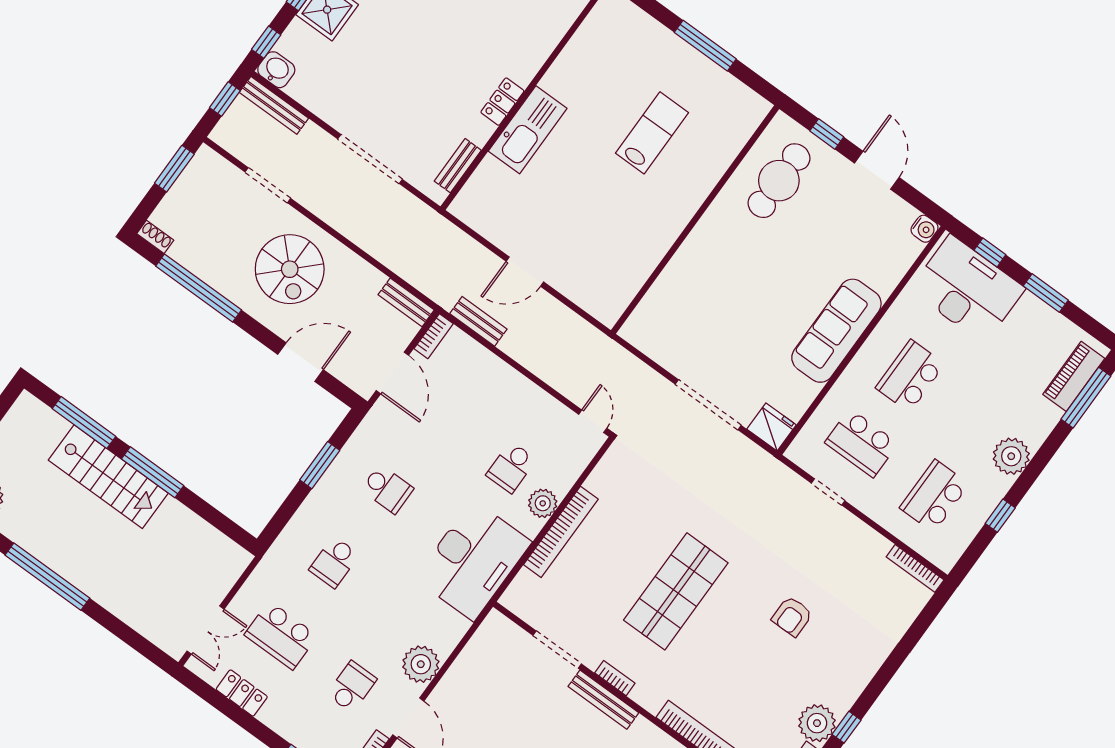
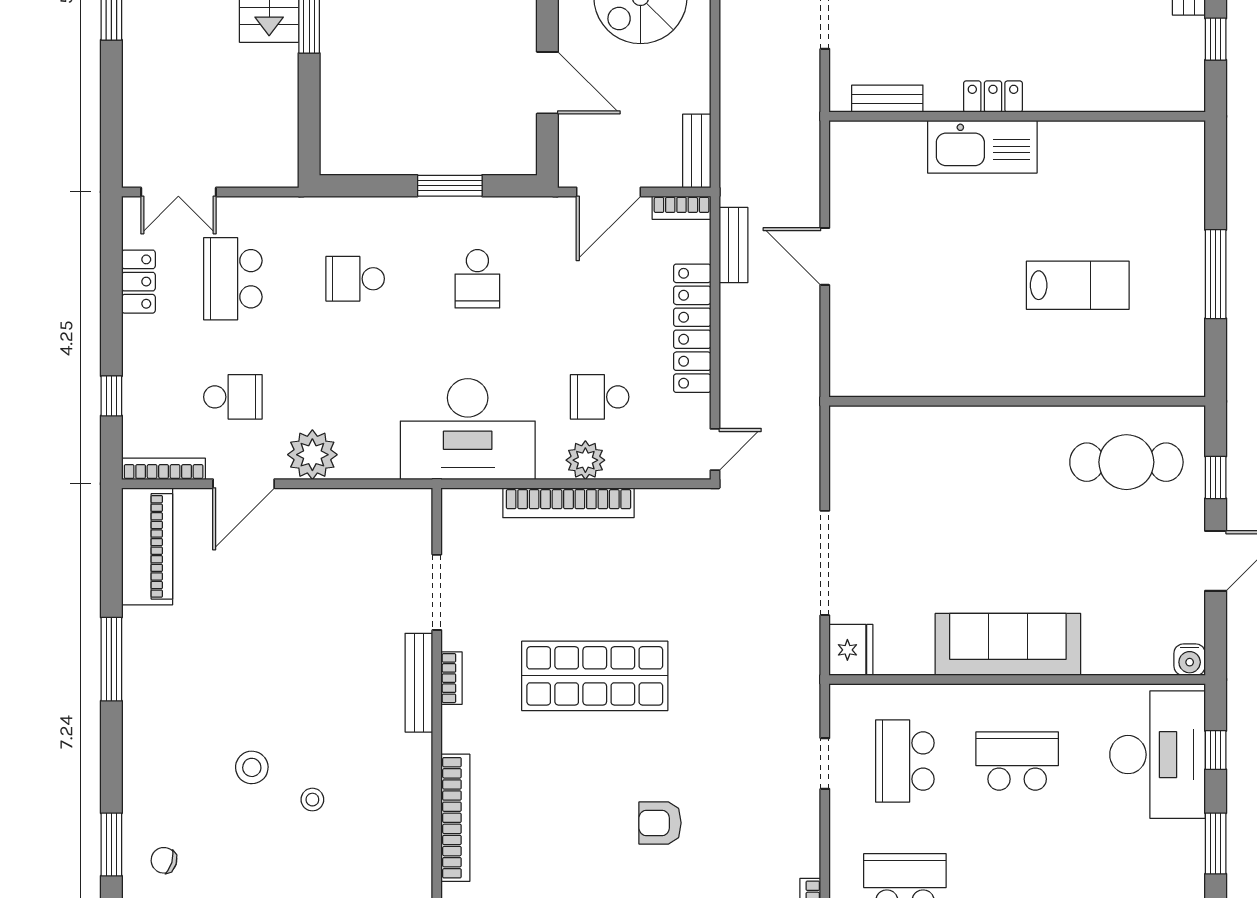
locker: (510, 382) -> (692, 328), added

